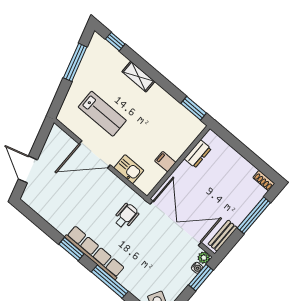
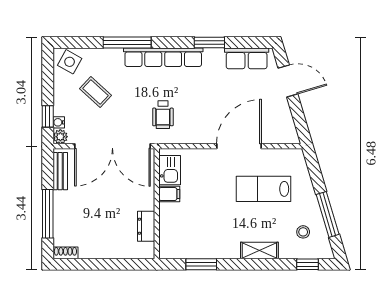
stool: (100, 65) -> (303, 232), added
window: (194, 108) -> (201, 264), moved
kitchen sink: (129, 169) -> (170, 170), moved, turned -90
row of seats: (42, 206) -> (247, 58), added
window: (71, 249) -> (209, 42), moved
coffee table: (157, 267) -> (95, 92), added
window: (201, 278) -> (48, 116), width x0.67

